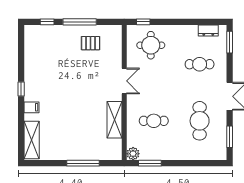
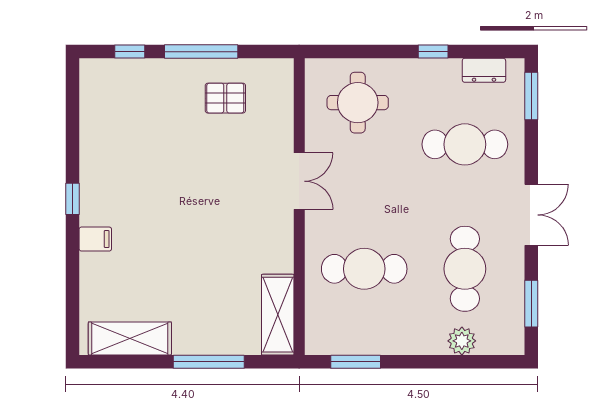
window: (143, 22) -> (433, 52), moved
cafe table: (200, 64) -> (465, 144), width x1.37, depth x1.35
shelving: (114, 120) -> (278, 315), moved
cafe table: (154, 121) -> (364, 269), width x1.37, depth x1.35
shelving: (32, 140) -> (130, 338), moved, turned 90
plant: (133, 154) -> (462, 341), moved

